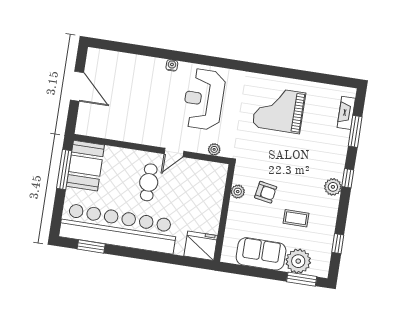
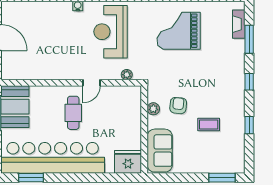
plant: (333, 187) -> (237, 92), removed
armchair: (266, 192) -> (178, 106), turned -94
window: (338, 244) -> (249, 125), moved
sofa: (261, 254) -> (160, 151), moved, turned 90
plant: (298, 261) -> (217, 162), removed

